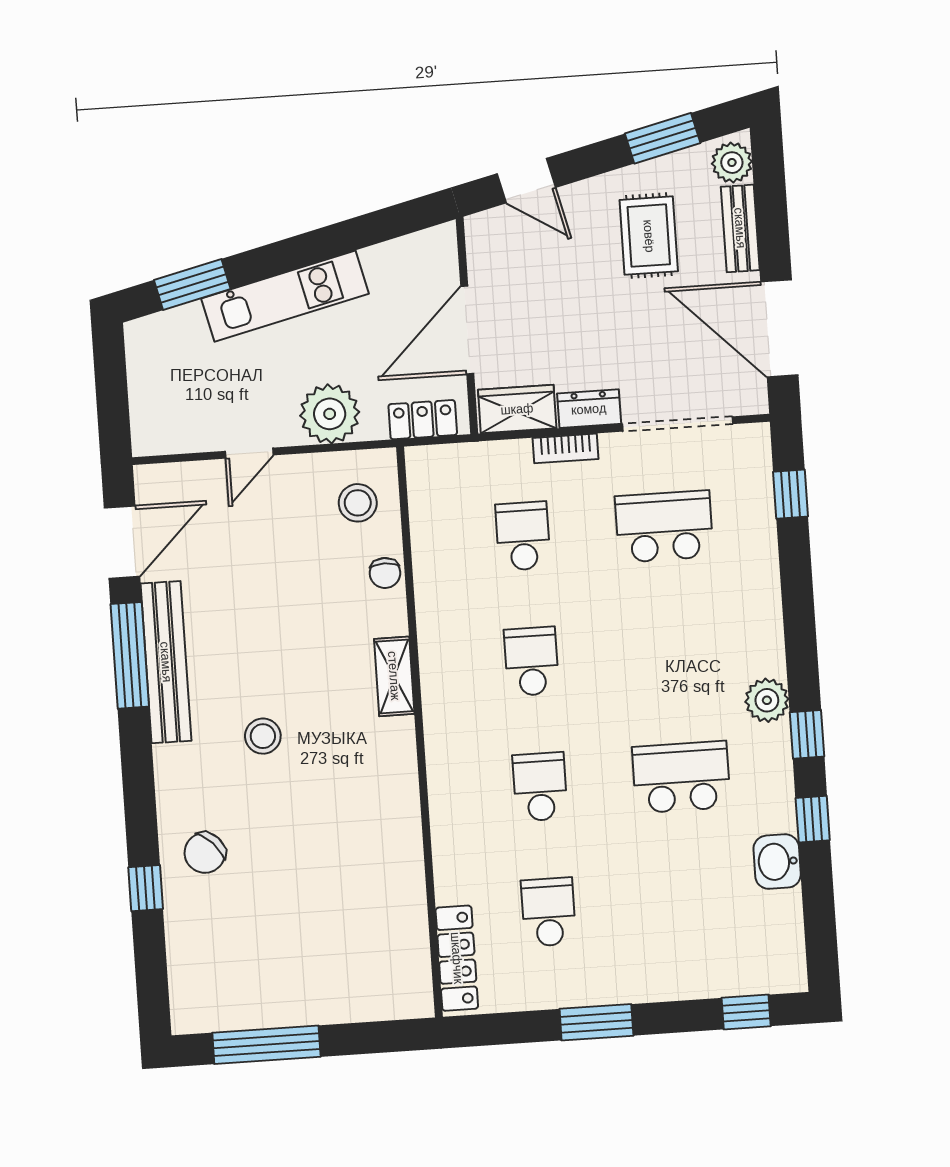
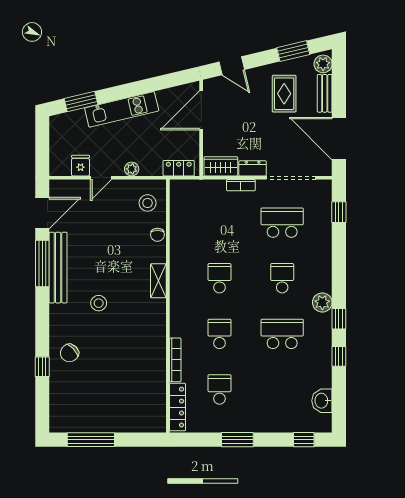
door: (467, 330) -> (201, 110), moved
plant: (330, 414) -> (132, 169), width x0.53, depth x0.53
fridge: (201, 429) -> (81, 166), added
school desk: (523, 536) -> (282, 278), moved
bookcase: (444, 852) -> (175, 360), added
washbasin: (777, 862) -> (322, 401), moved

